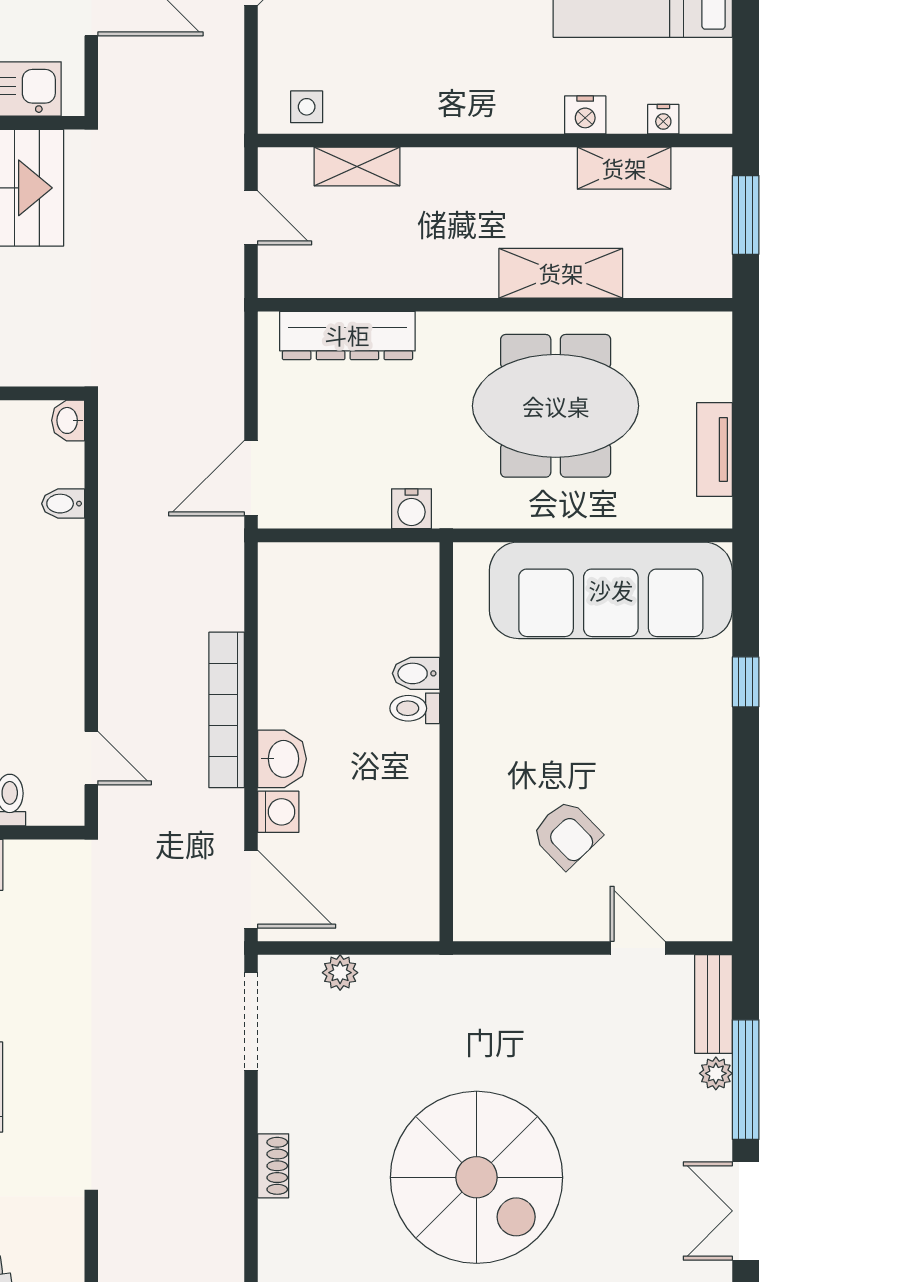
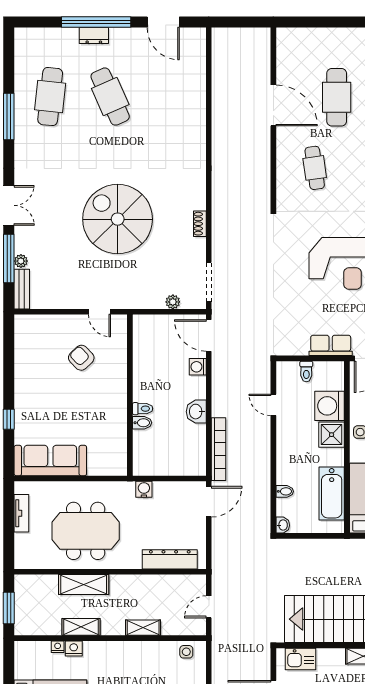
nightstand: (663, 119) -> (58, 647), moved
shelving: (357, 166) -> (143, 628), moved
shelving: (624, 168) -> (81, 627), moved
door: (251, 218) -> (209, 607), hinge flipped
sofa: (611, 590) -> (50, 461), width x0.74, depth x0.79
bookcase: (227, 710) -> (219, 449), moved
door: (91, 758) -> (273, 405), moved
washbasin: (282, 759) -> (196, 412), moved
door: (638, 948) -> (99, 312), moved

